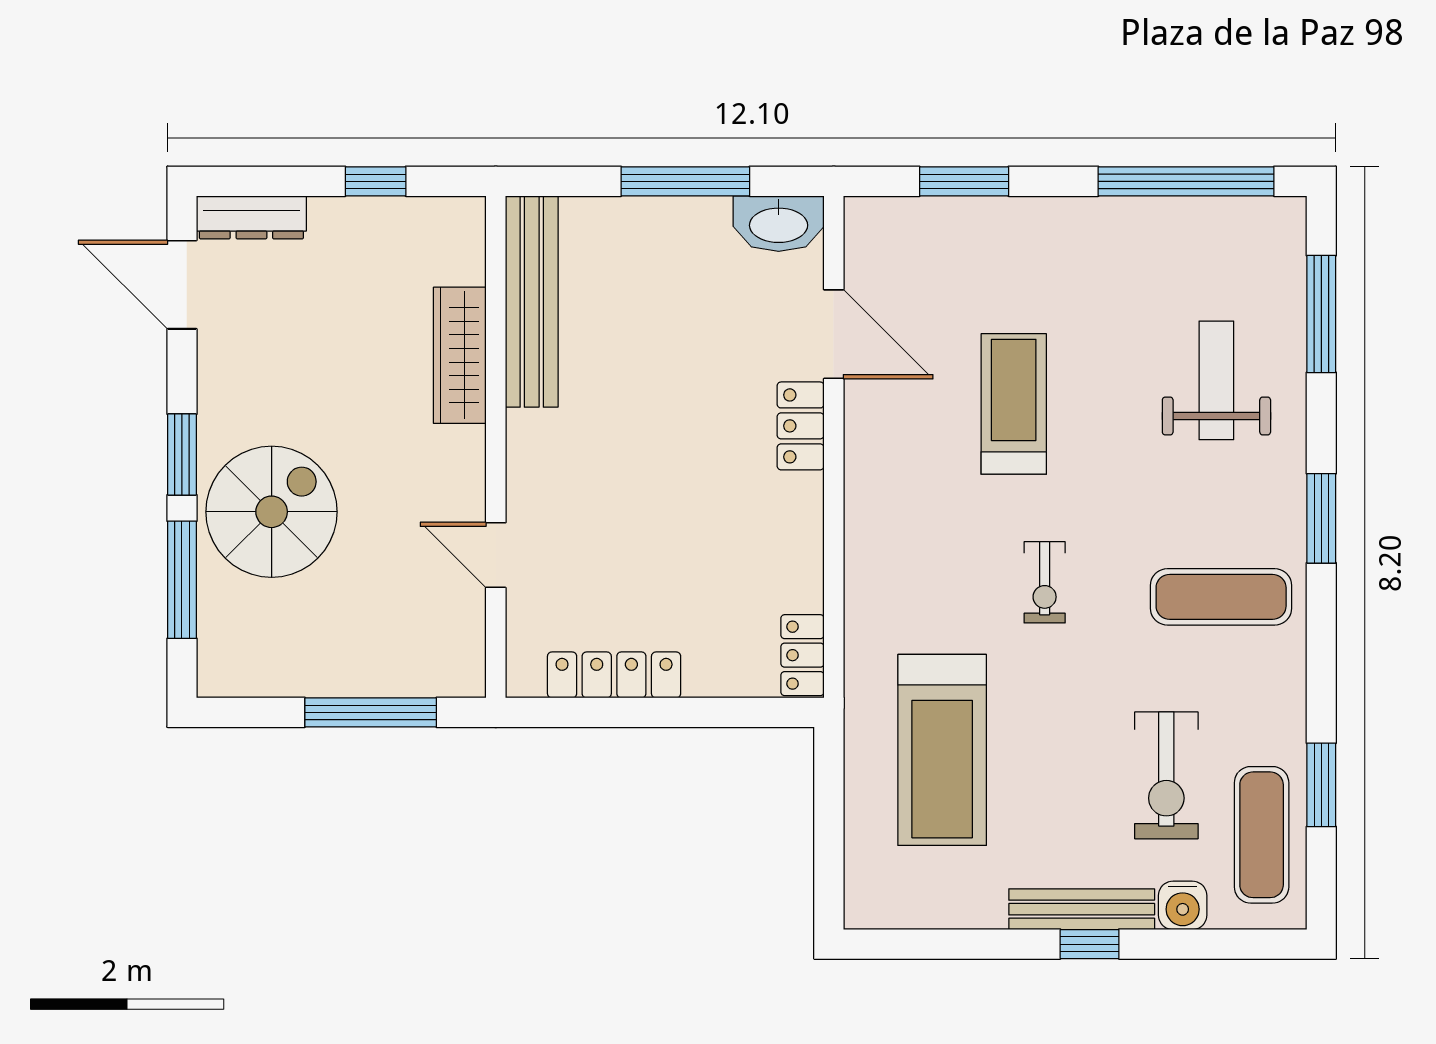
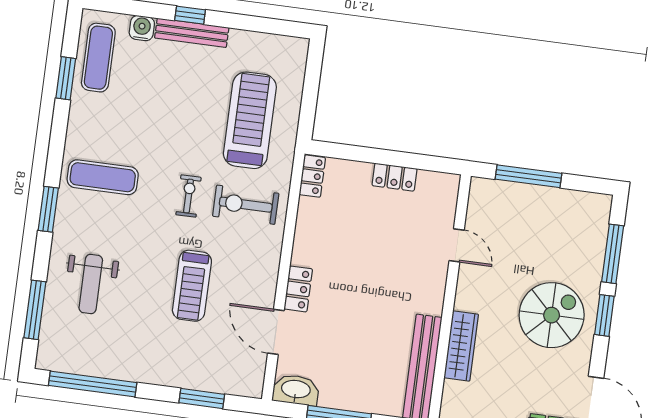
spiral stairs: (272, 512) -> (552, 315), moved, turned 180
locker: (614, 675) -> (395, 177), width x0.66
exercise bike: (1166, 775) -> (246, 205), moved, turned -90

